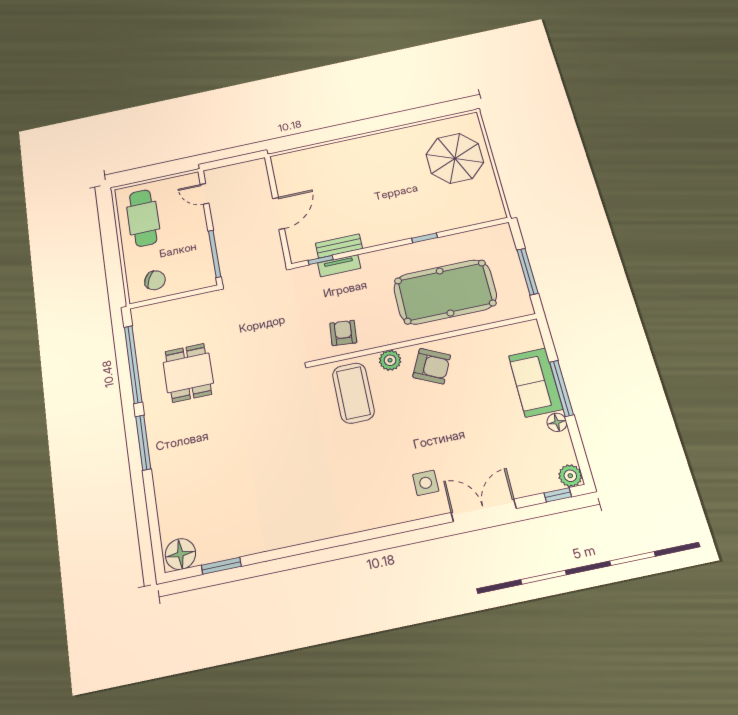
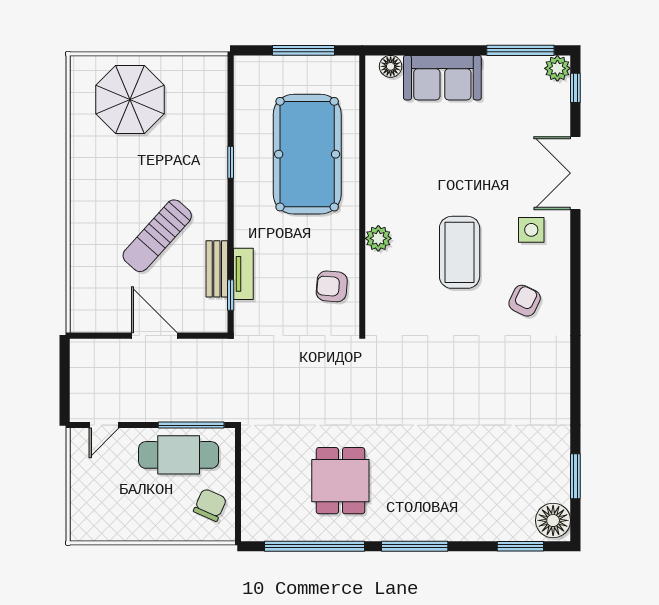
sun lounger: (355, 199) -> (157, 236), added
cafe table: (143, 218) -> (179, 455), moved
armchair: (432, 366) -> (525, 301), moved, width x0.72, depth x0.72
dining table: (188, 373) -> (340, 481), turned 90
window: (561, 388) -> (520, 50), moved
coffee table: (353, 393) -> (460, 252), moved, turned 90
floor lamp: (557, 422) -> (391, 66), moved
window: (155, 530) -> (520, 546), added

